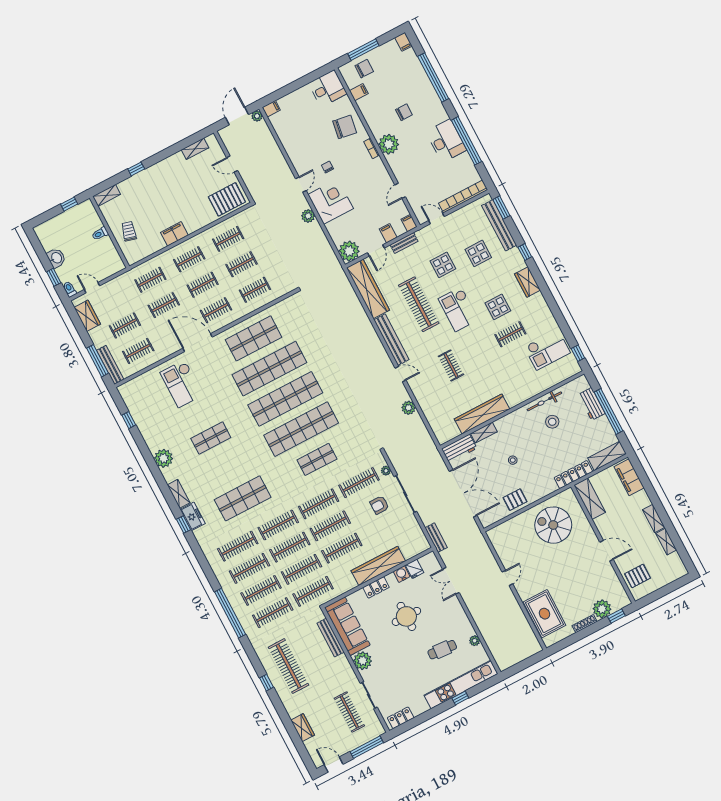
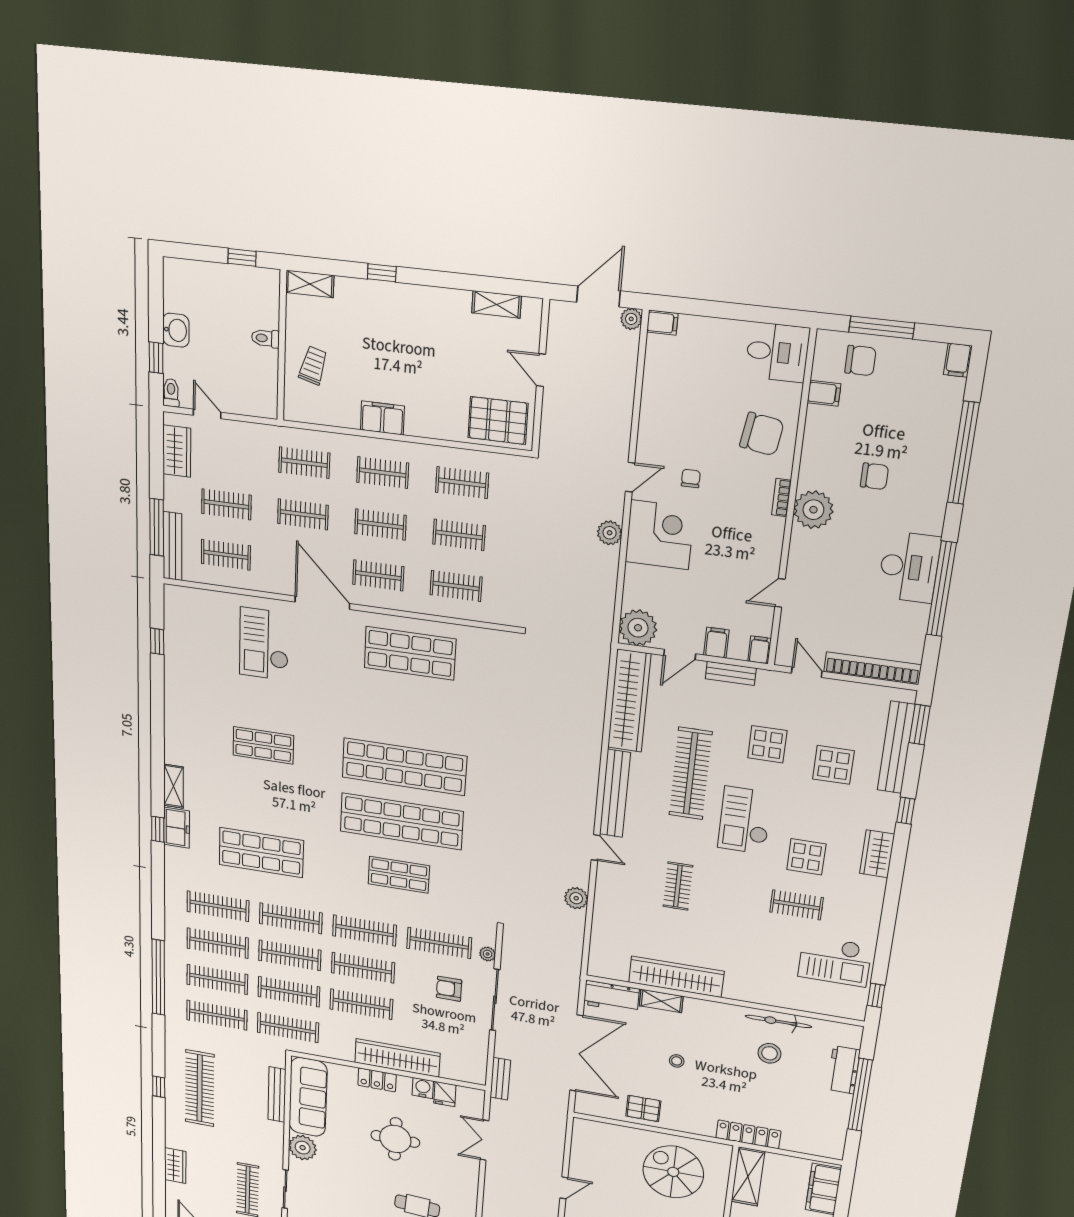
shop shelf: (269, 369) -> (407, 711), removed
shelving: (607, 456) -> (813, 1145), removed
plant: (164, 458) -> (179, 726), removed

